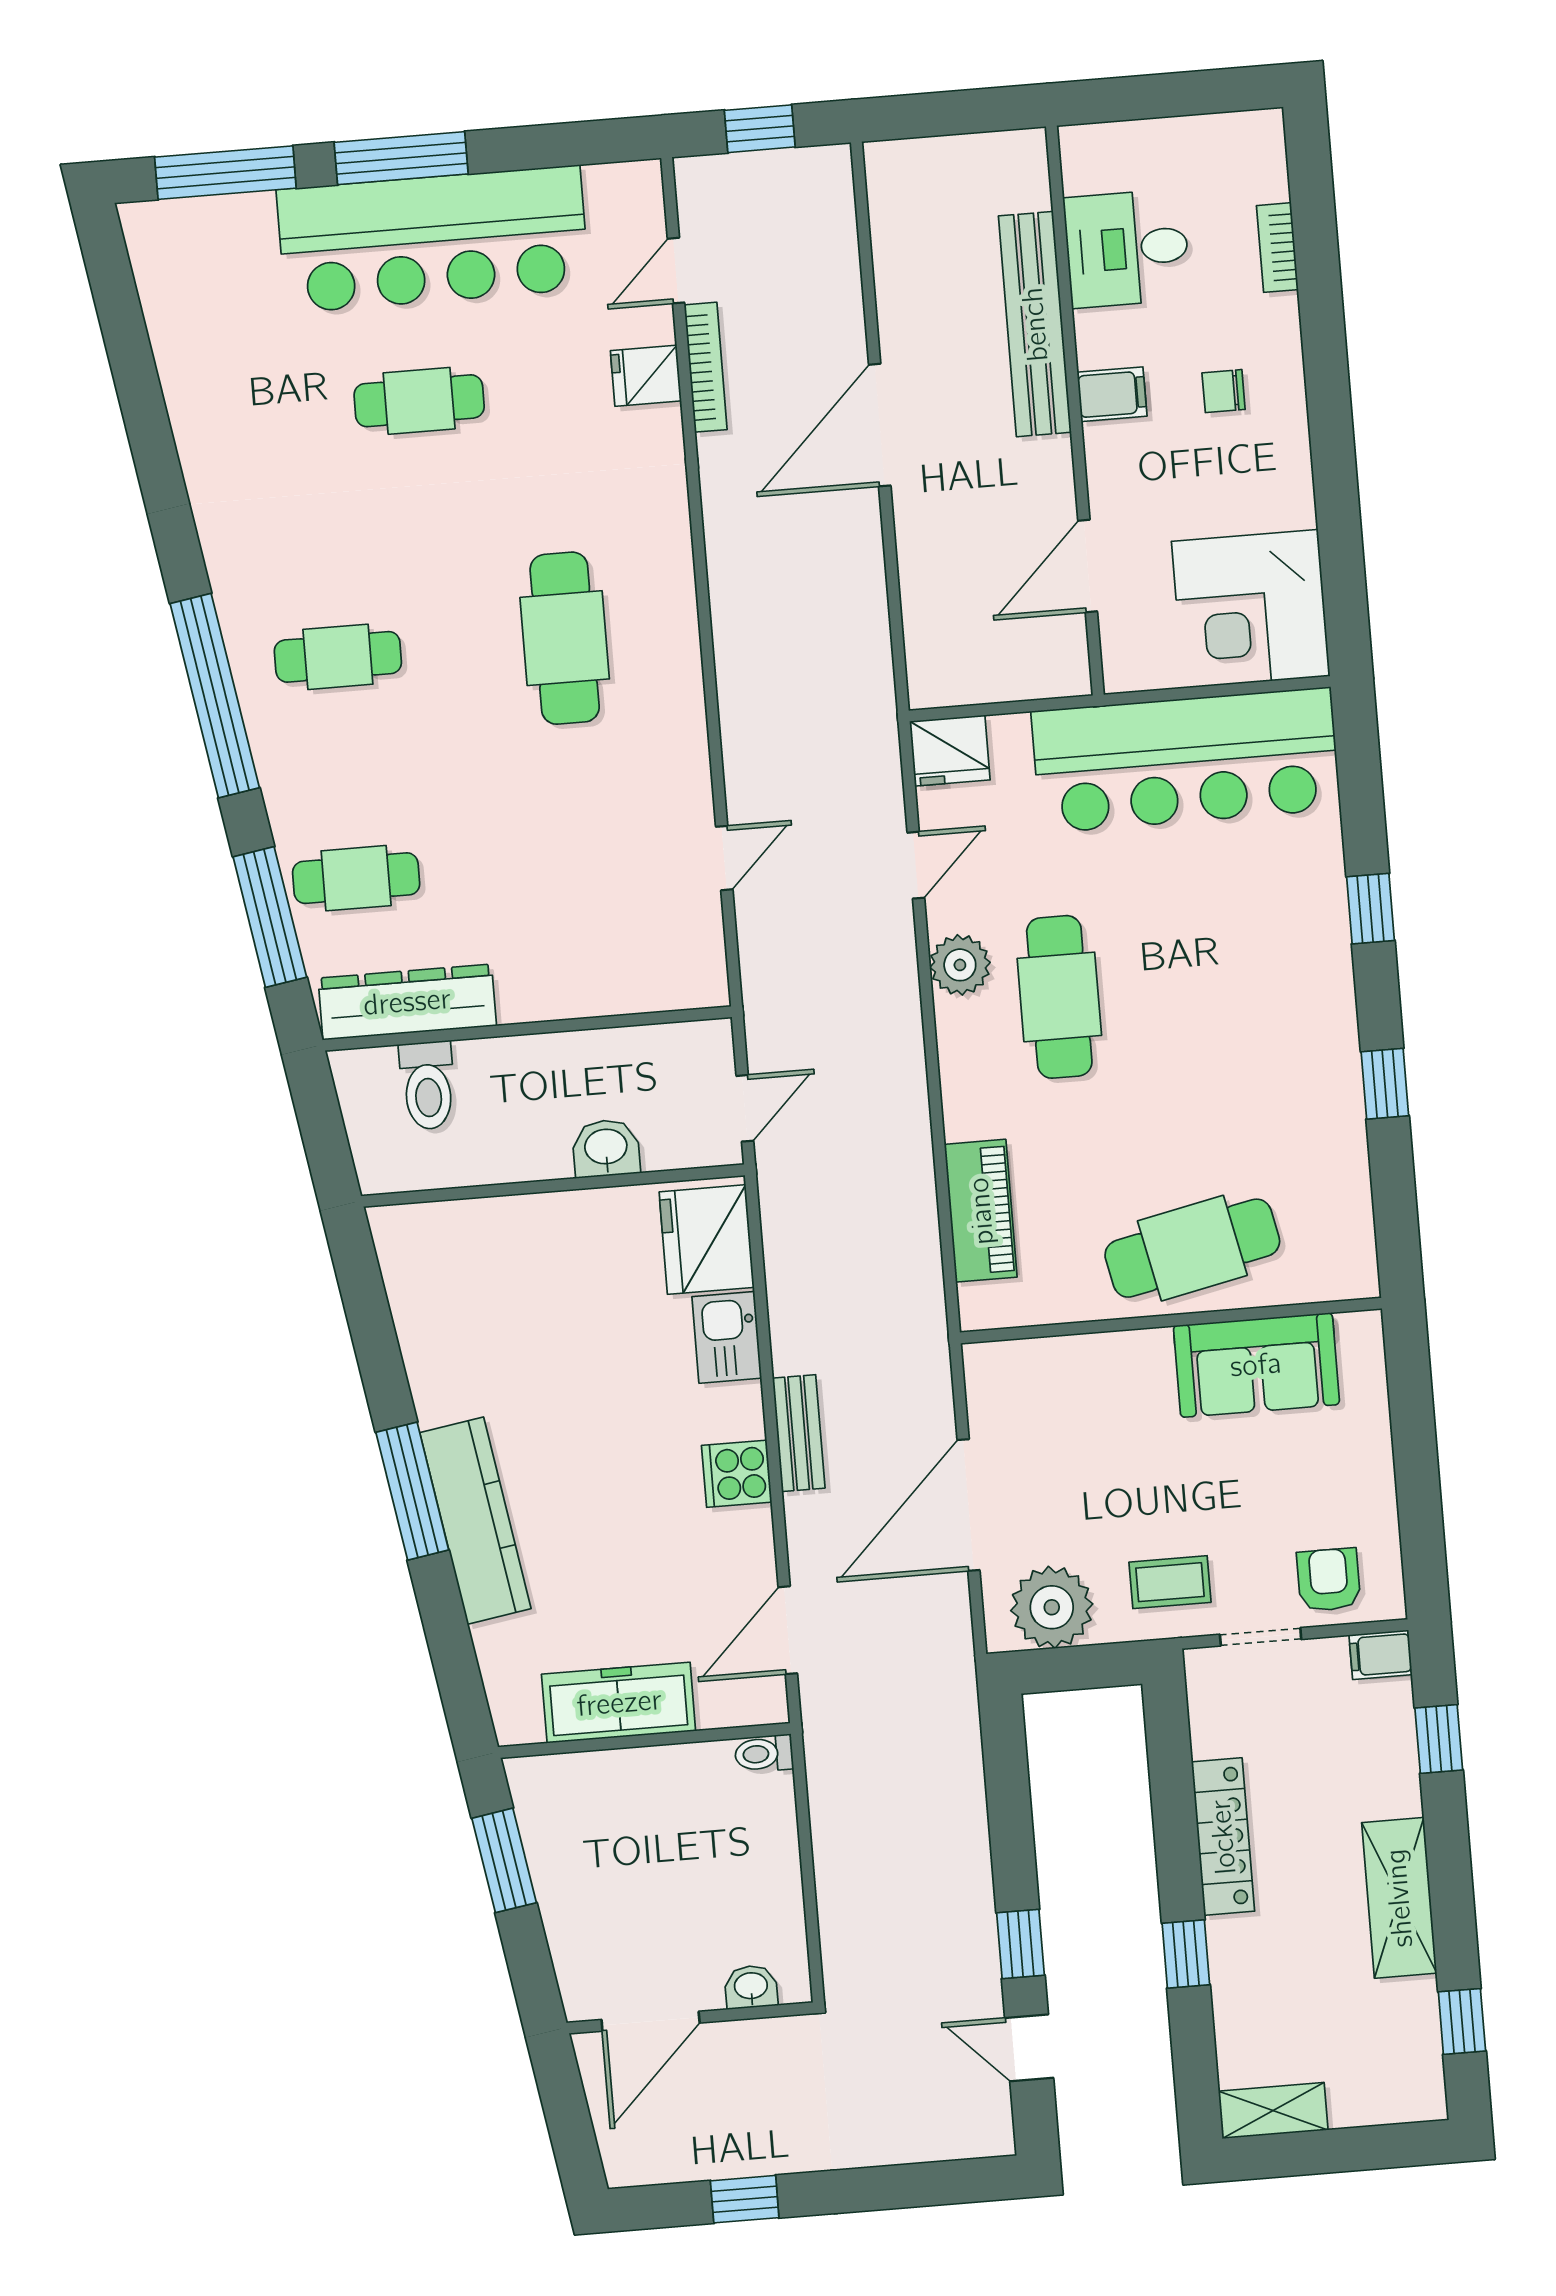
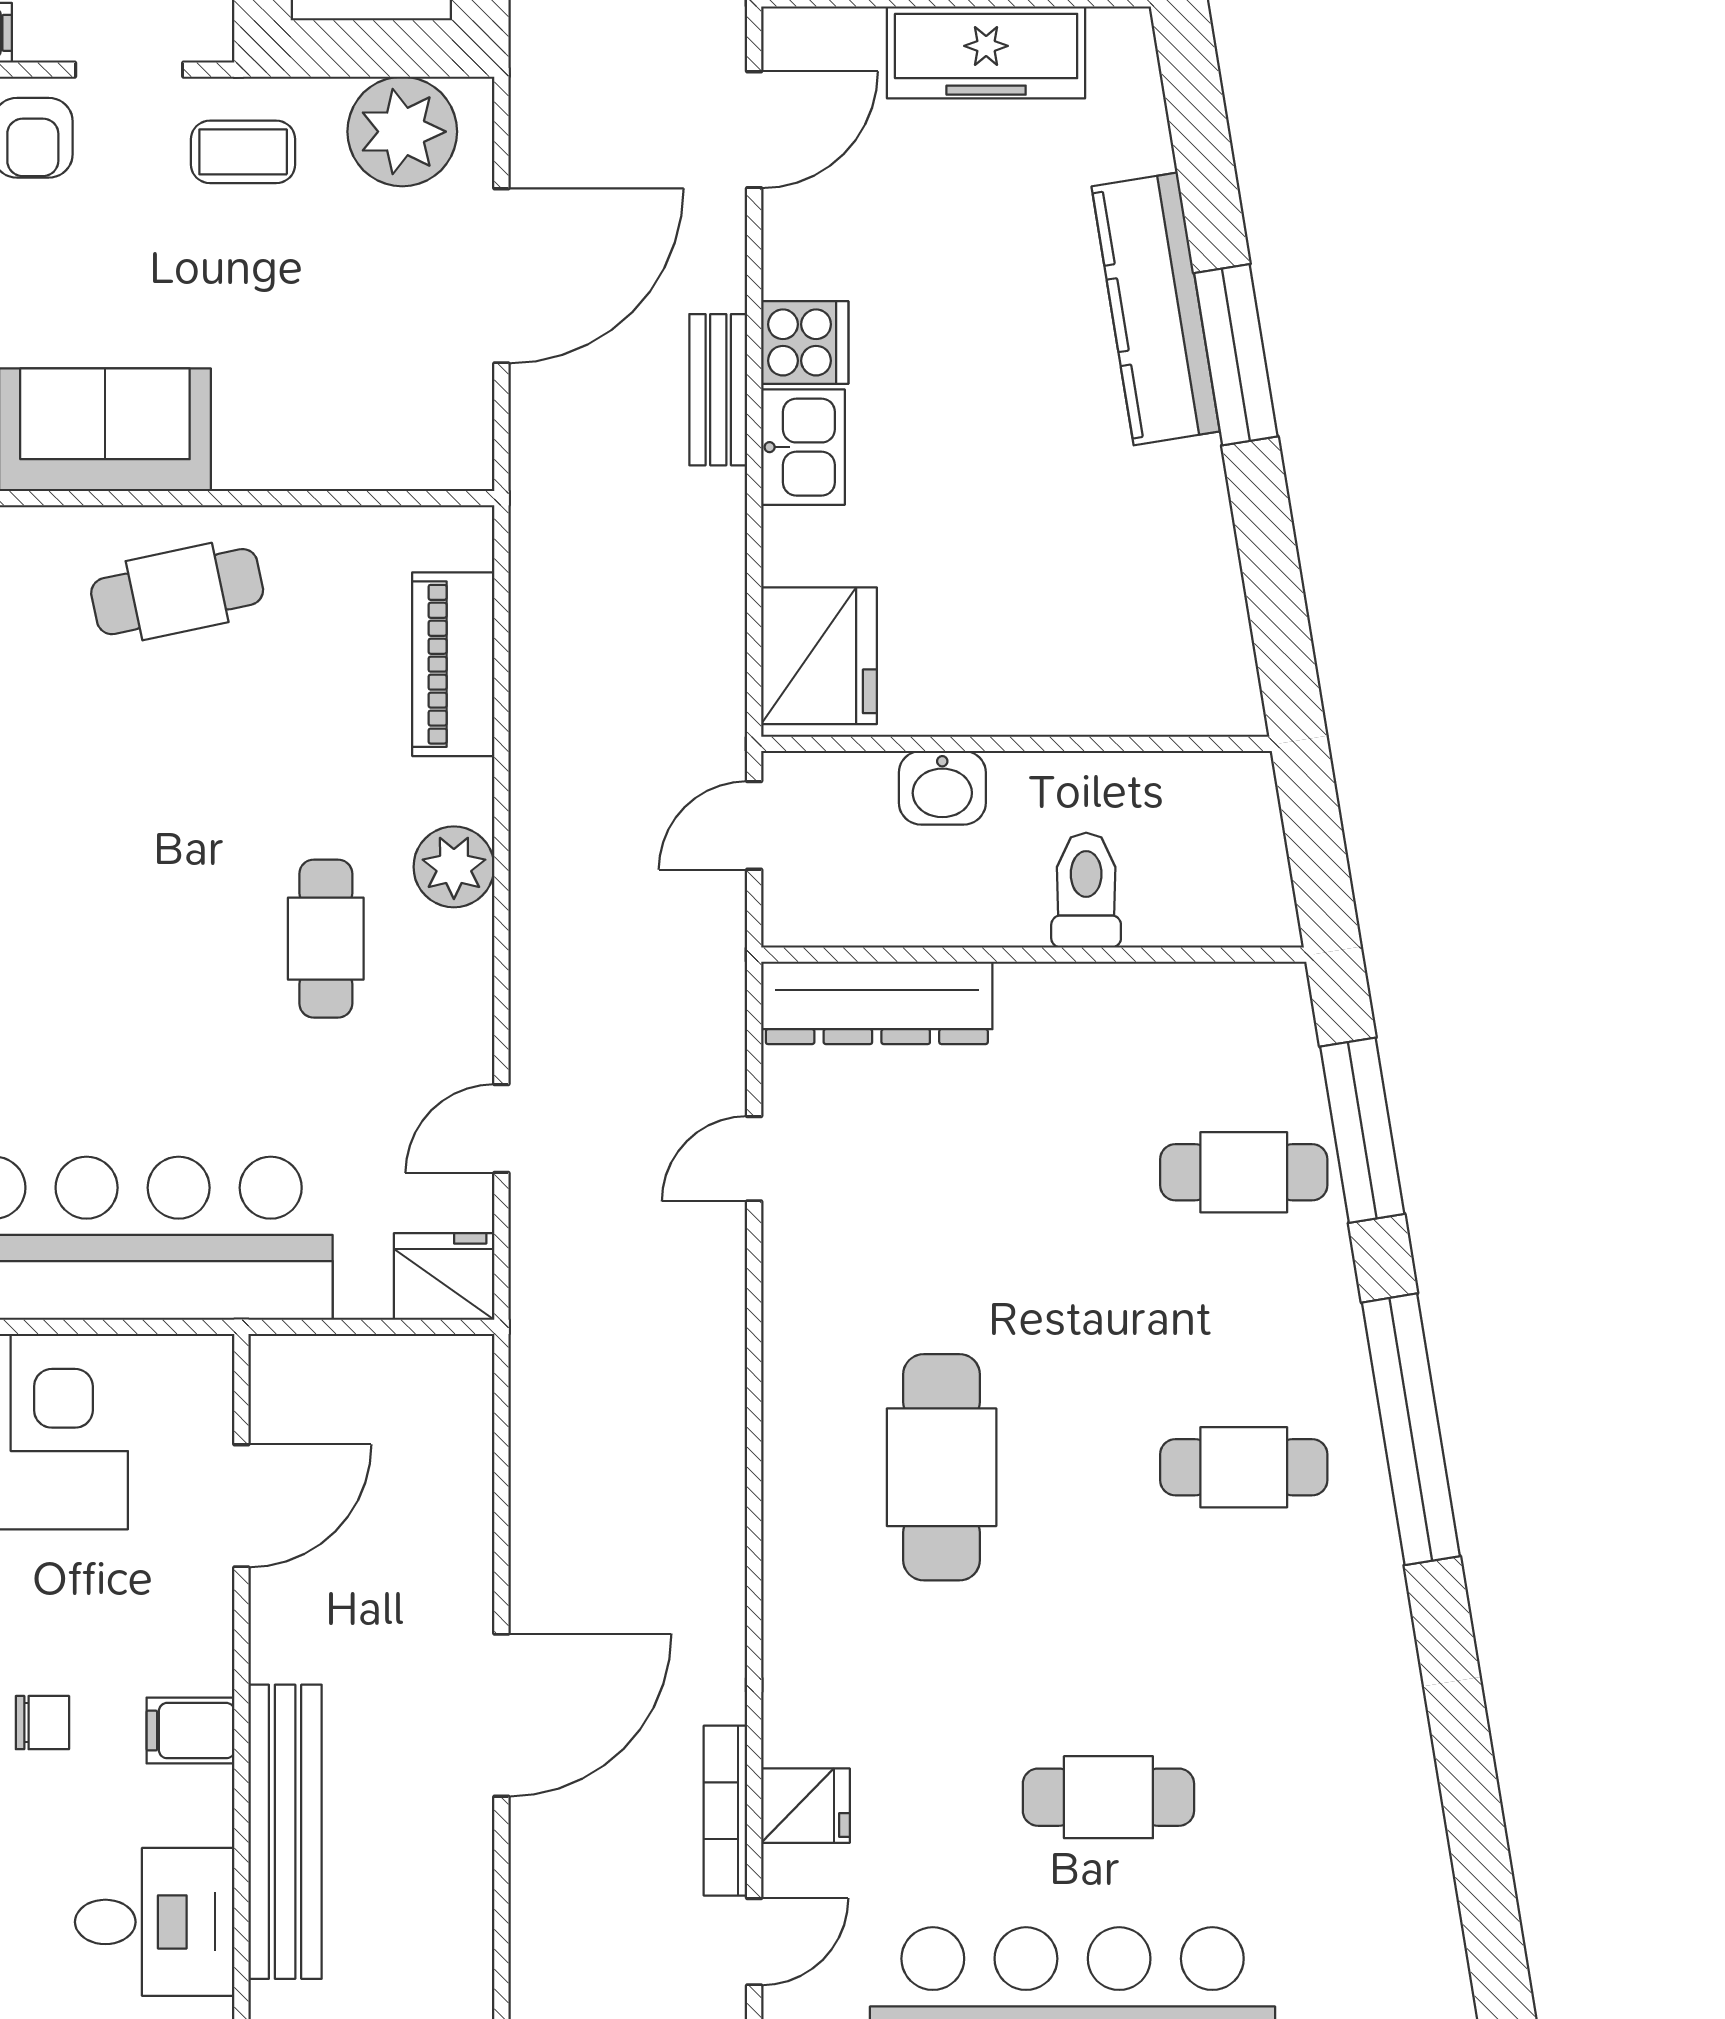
plant: (960, 965) -> (454, 867), moved
cafe table: (1059, 997) -> (326, 939), width x0.73, depth x0.74
dresser: (407, 1002) -> (877, 1003), moved
toilet: (428, 1085) -> (1086, 890), moved
cafe table: (1192, 1248) -> (177, 592), width x0.73, depth x0.74
kitchen sink: (727, 1337) -> (803, 447), moved

